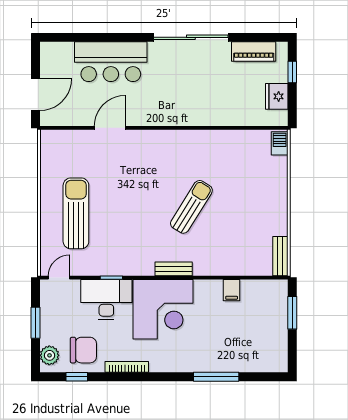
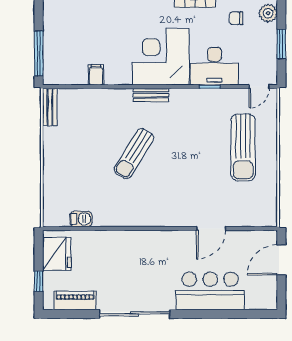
fridge: (277, 96) -> (57, 254), width x1.36, depth x1.34
barbecue: (280, 143) -> (81, 219), moved, turned -90
window: (292, 313) -> (39, 54), width x1.44
chair: (83, 350) -> (236, 18), width x0.54, depth x0.54

